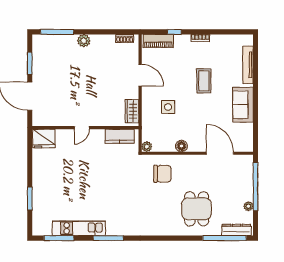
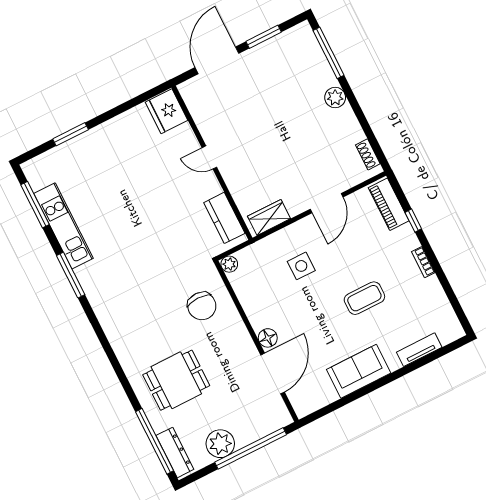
tv unit: (248, 65) -> (419, 350), width x0.71
floor lamp: (181, 146) -> (268, 338), moved
plant: (248, 206) -> (220, 444), width x1.88, depth x1.88

